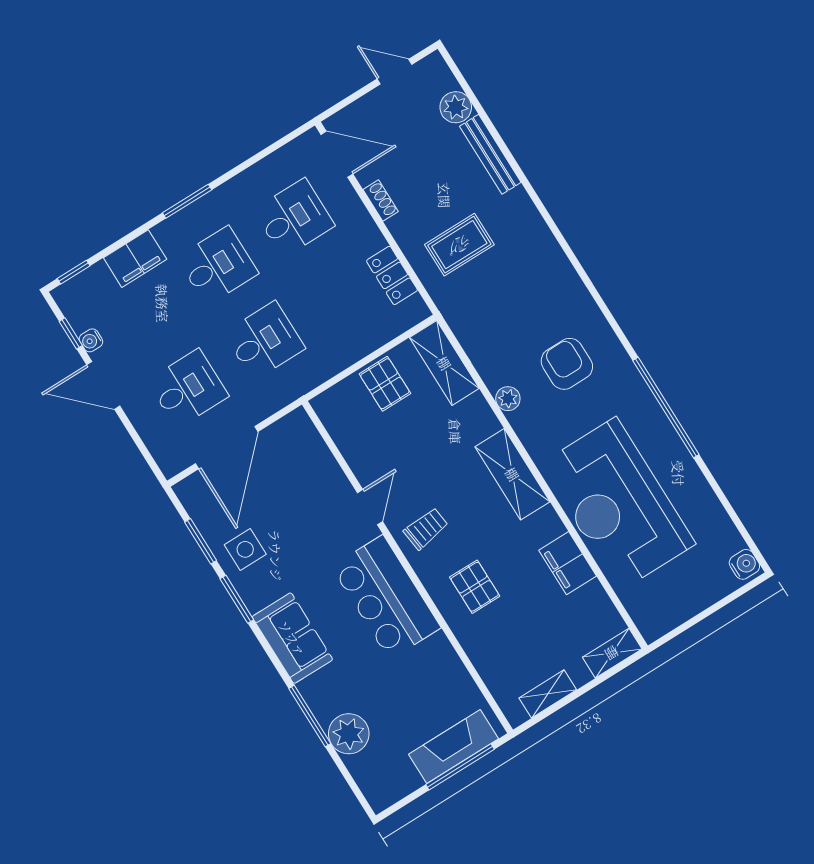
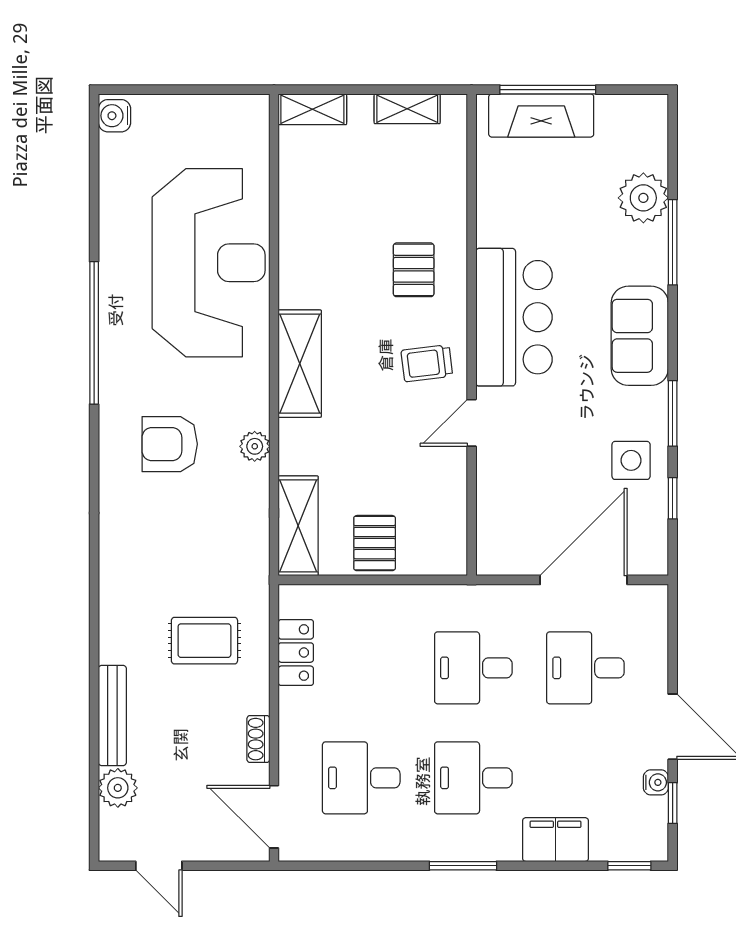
armchair: (567, 364) -> (170, 444), turned 90
window: (201, 541) -> (673, 498), width x0.67
filing cabinet: (568, 563) -> (300, 233), removed

